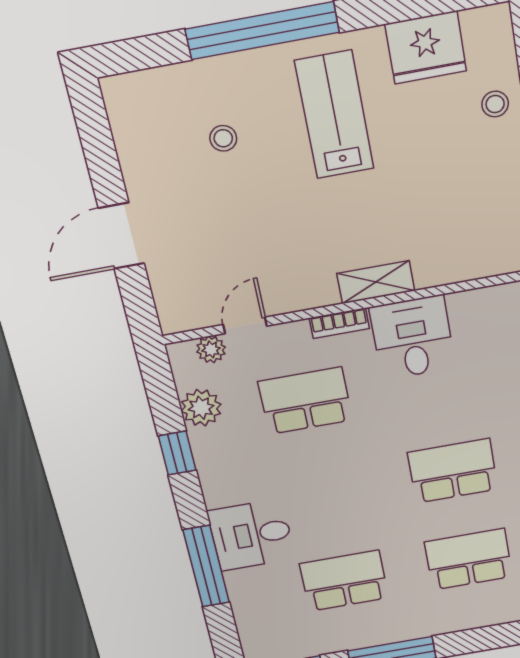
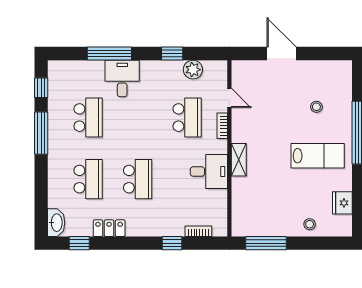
fridge: (426, 47) -> (342, 203), width x0.73, depth x0.75
bookcase: (339, 323) -> (222, 126), moved
plant: (211, 349) -> (221, 80), removed

